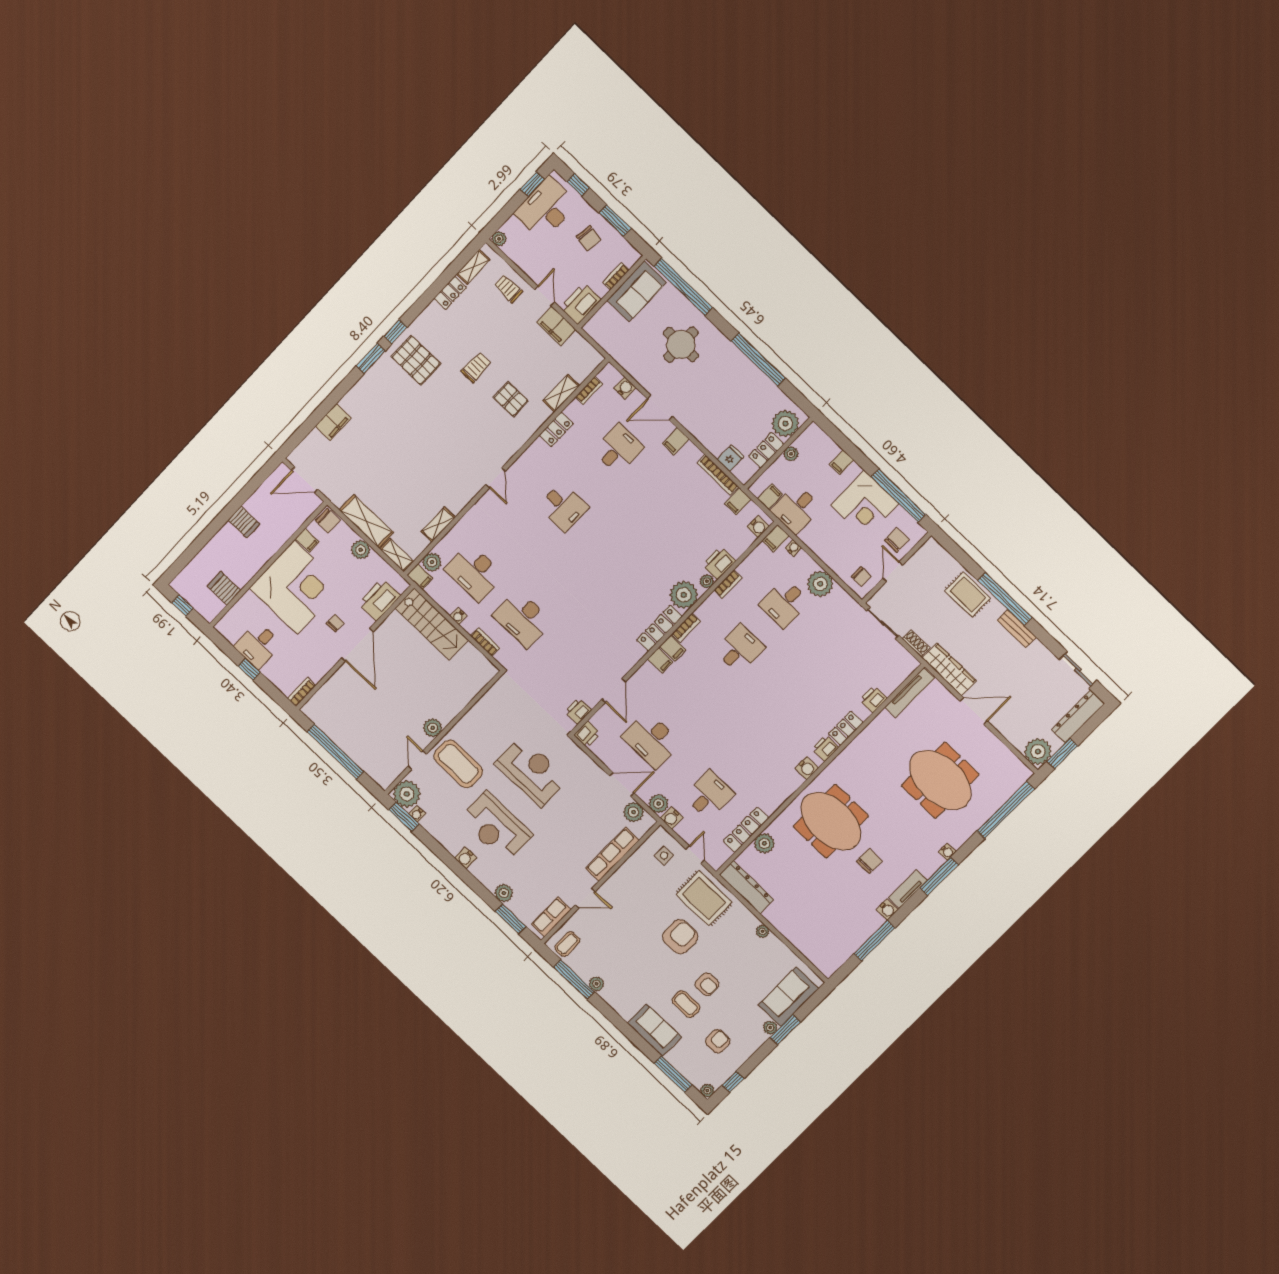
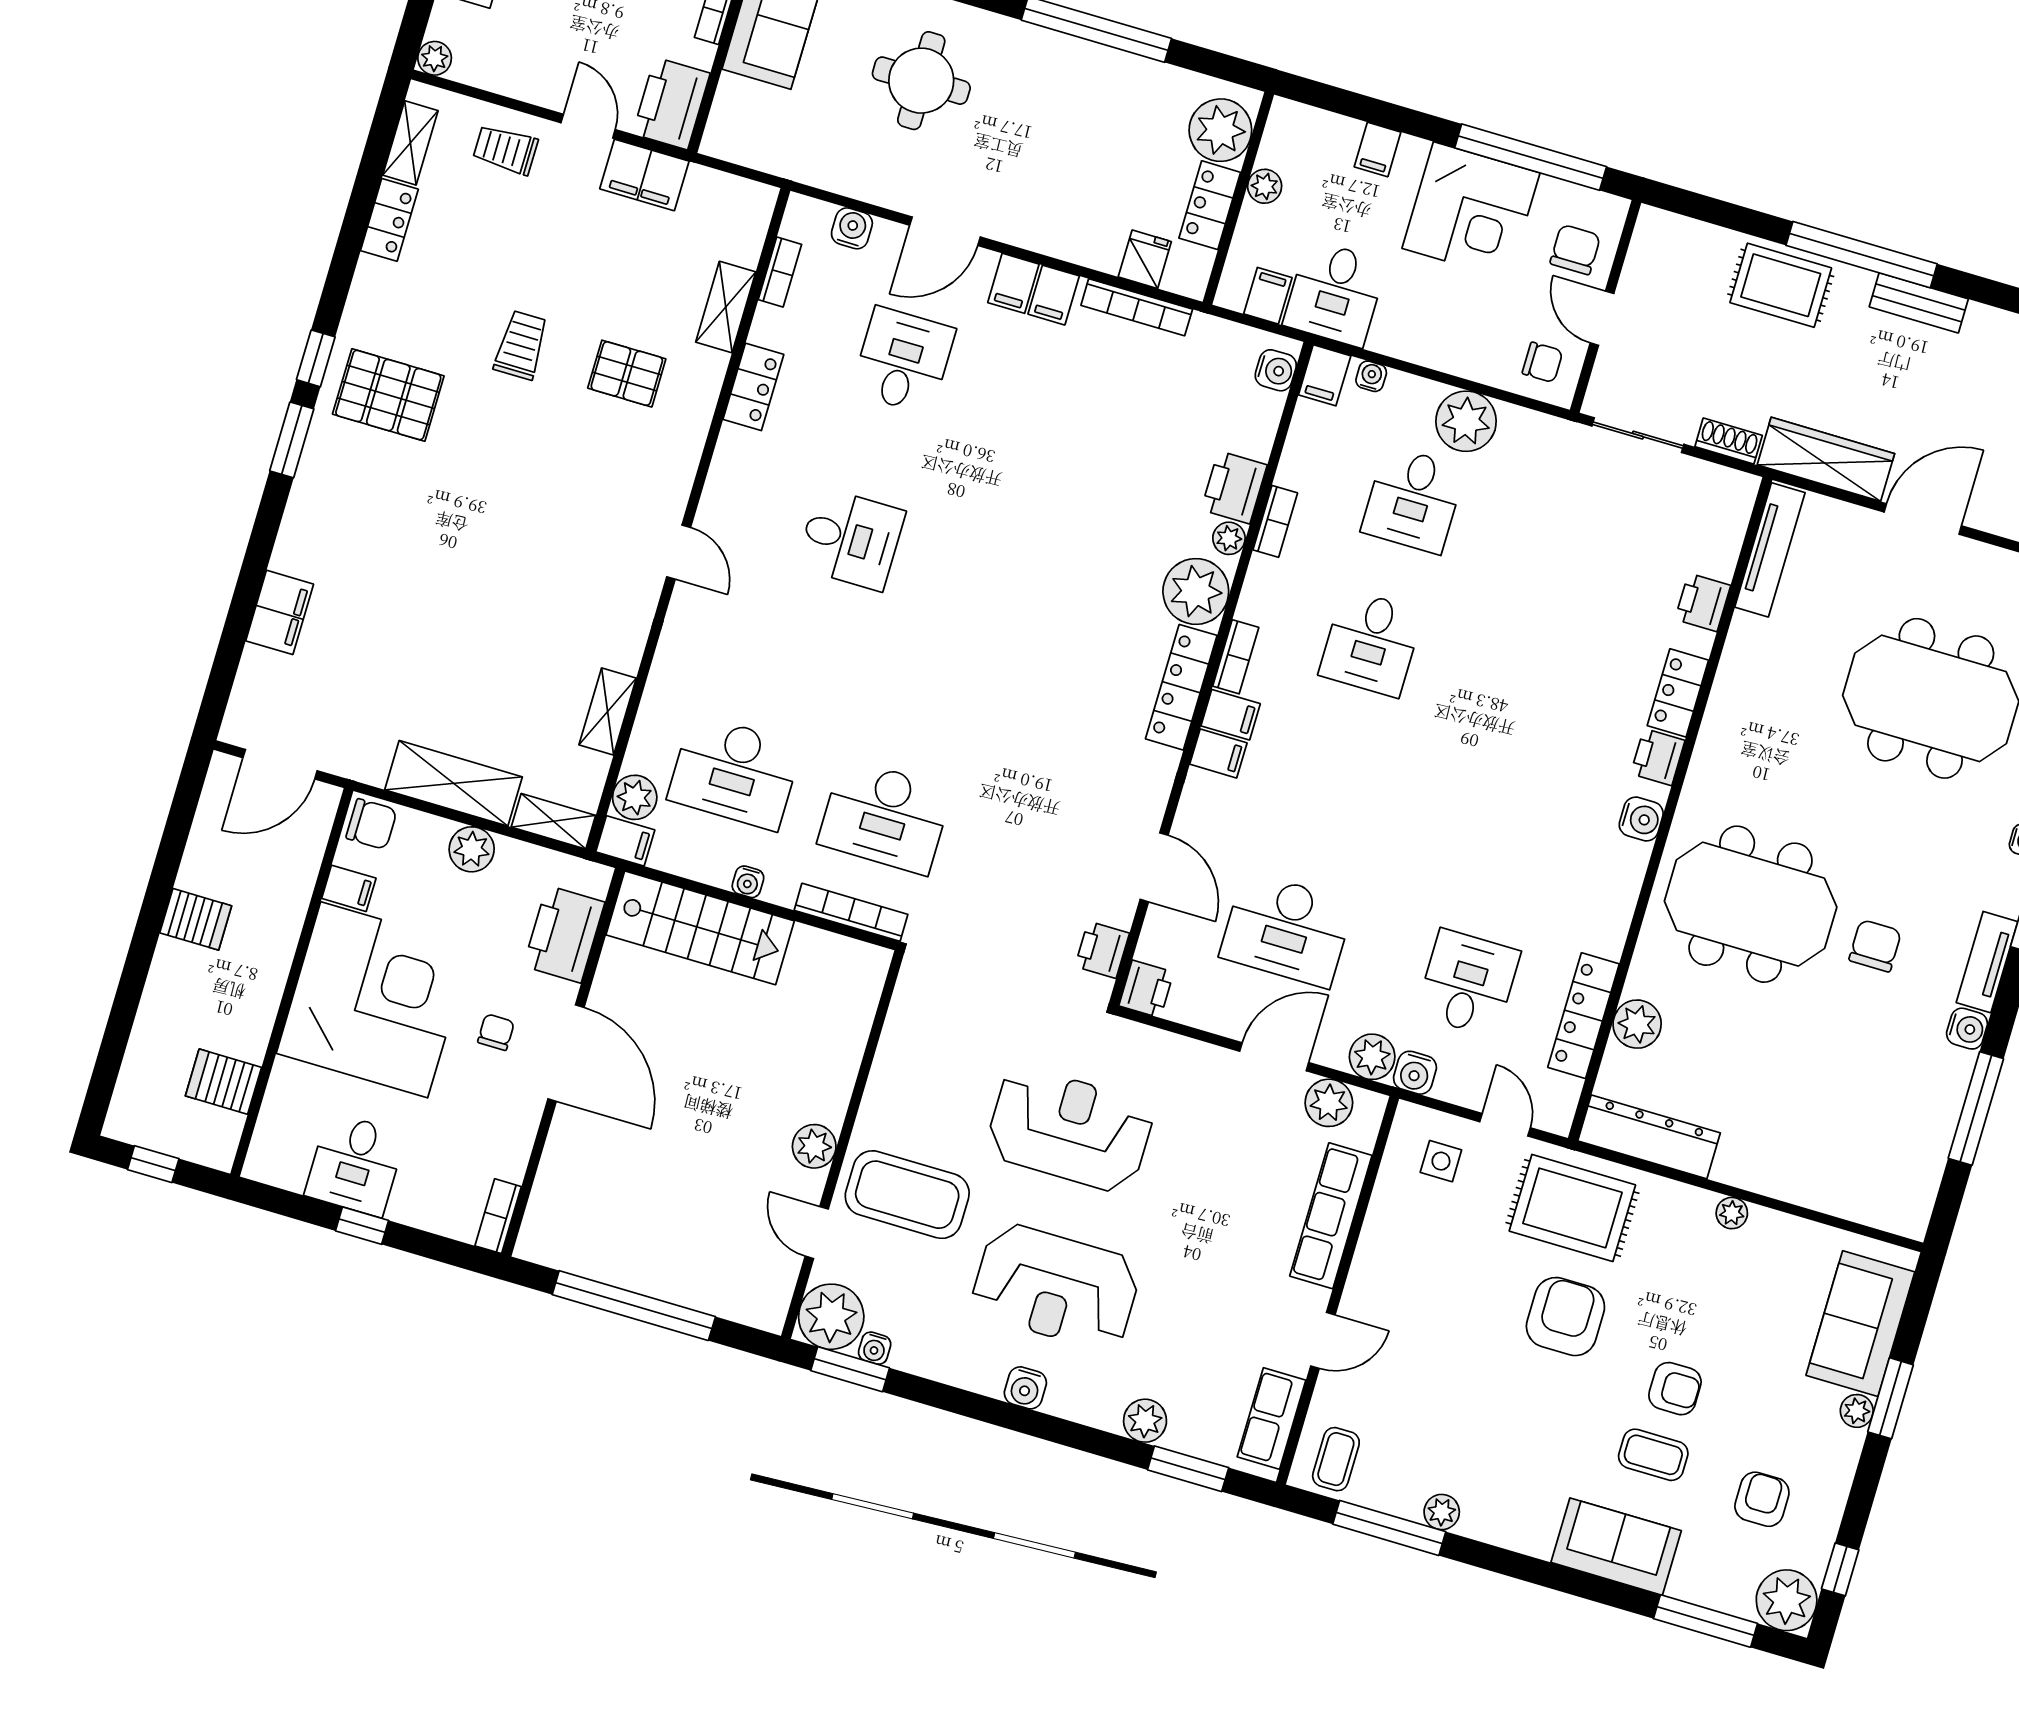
filing cabinet: (738, 501) -> (1054, 295), moved
bookcase: (485, 642) -> (851, 912), width x1.56
desk: (740, 649) -> (1371, 643), turned 180
plant: (707, 1091) -> (1787, 1600), width x1.87, depth x1.87

